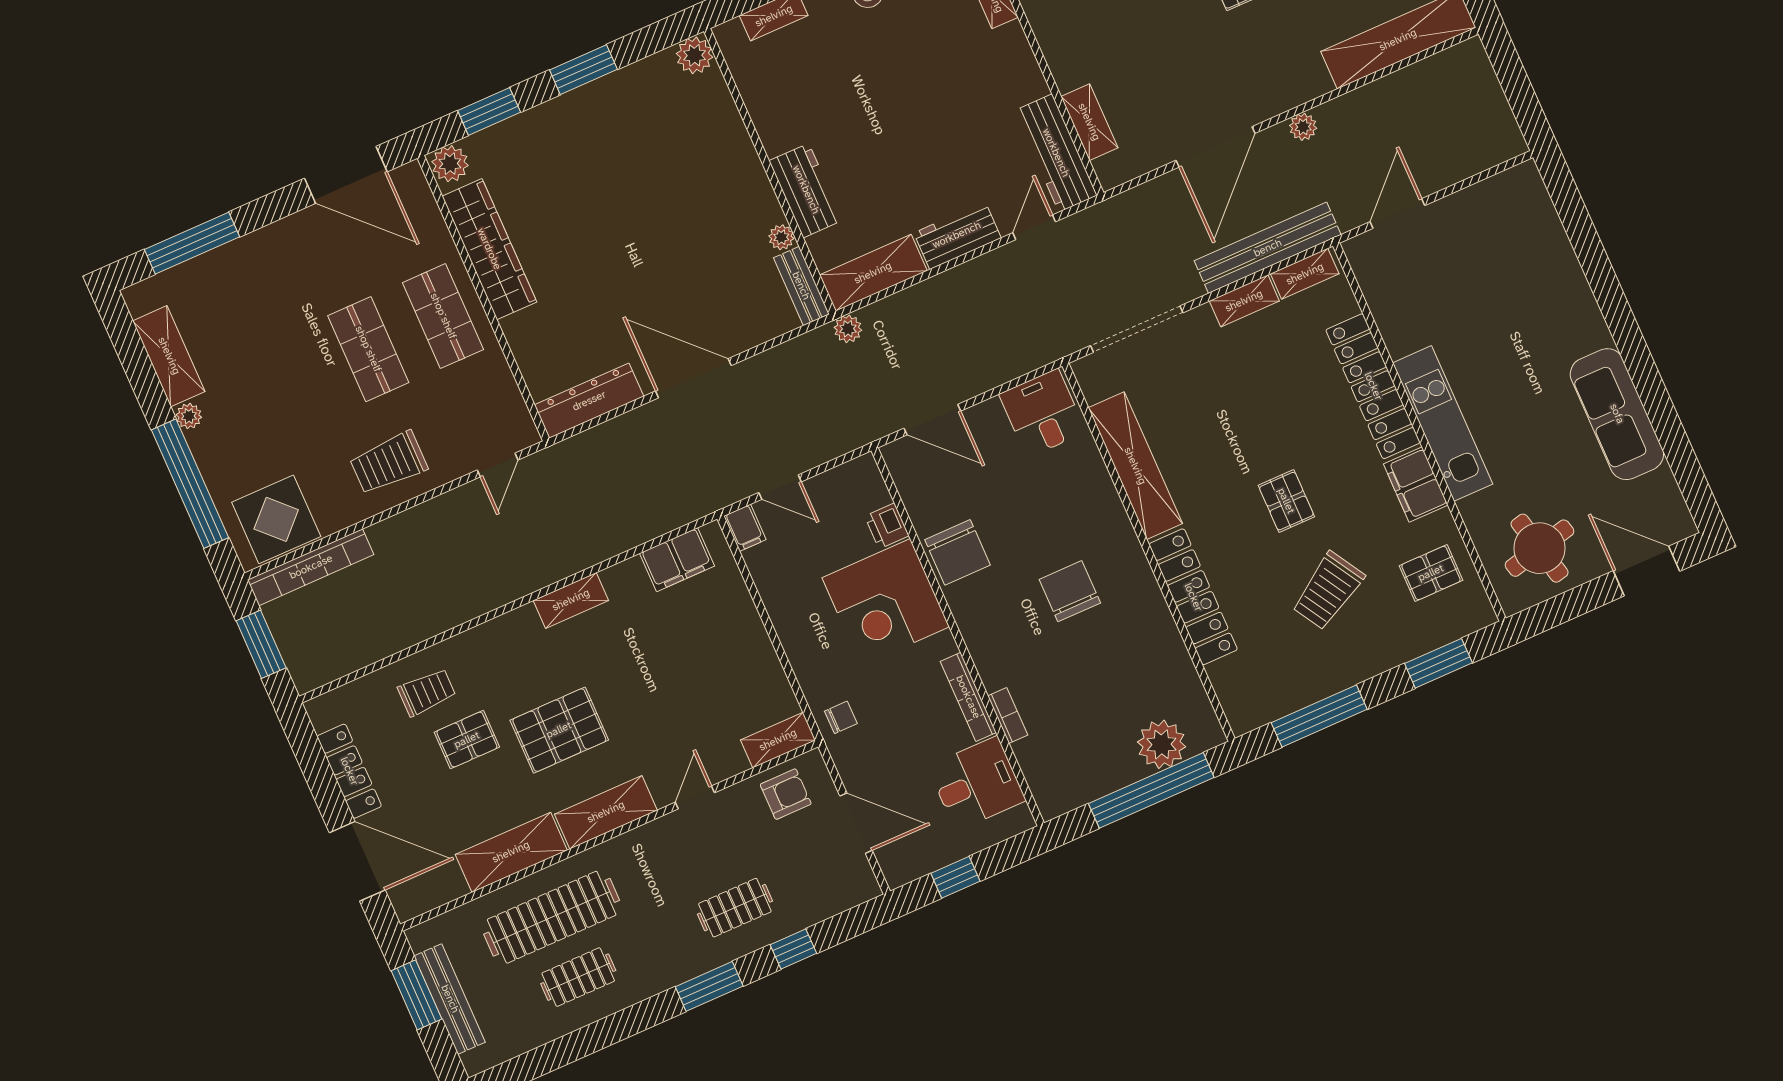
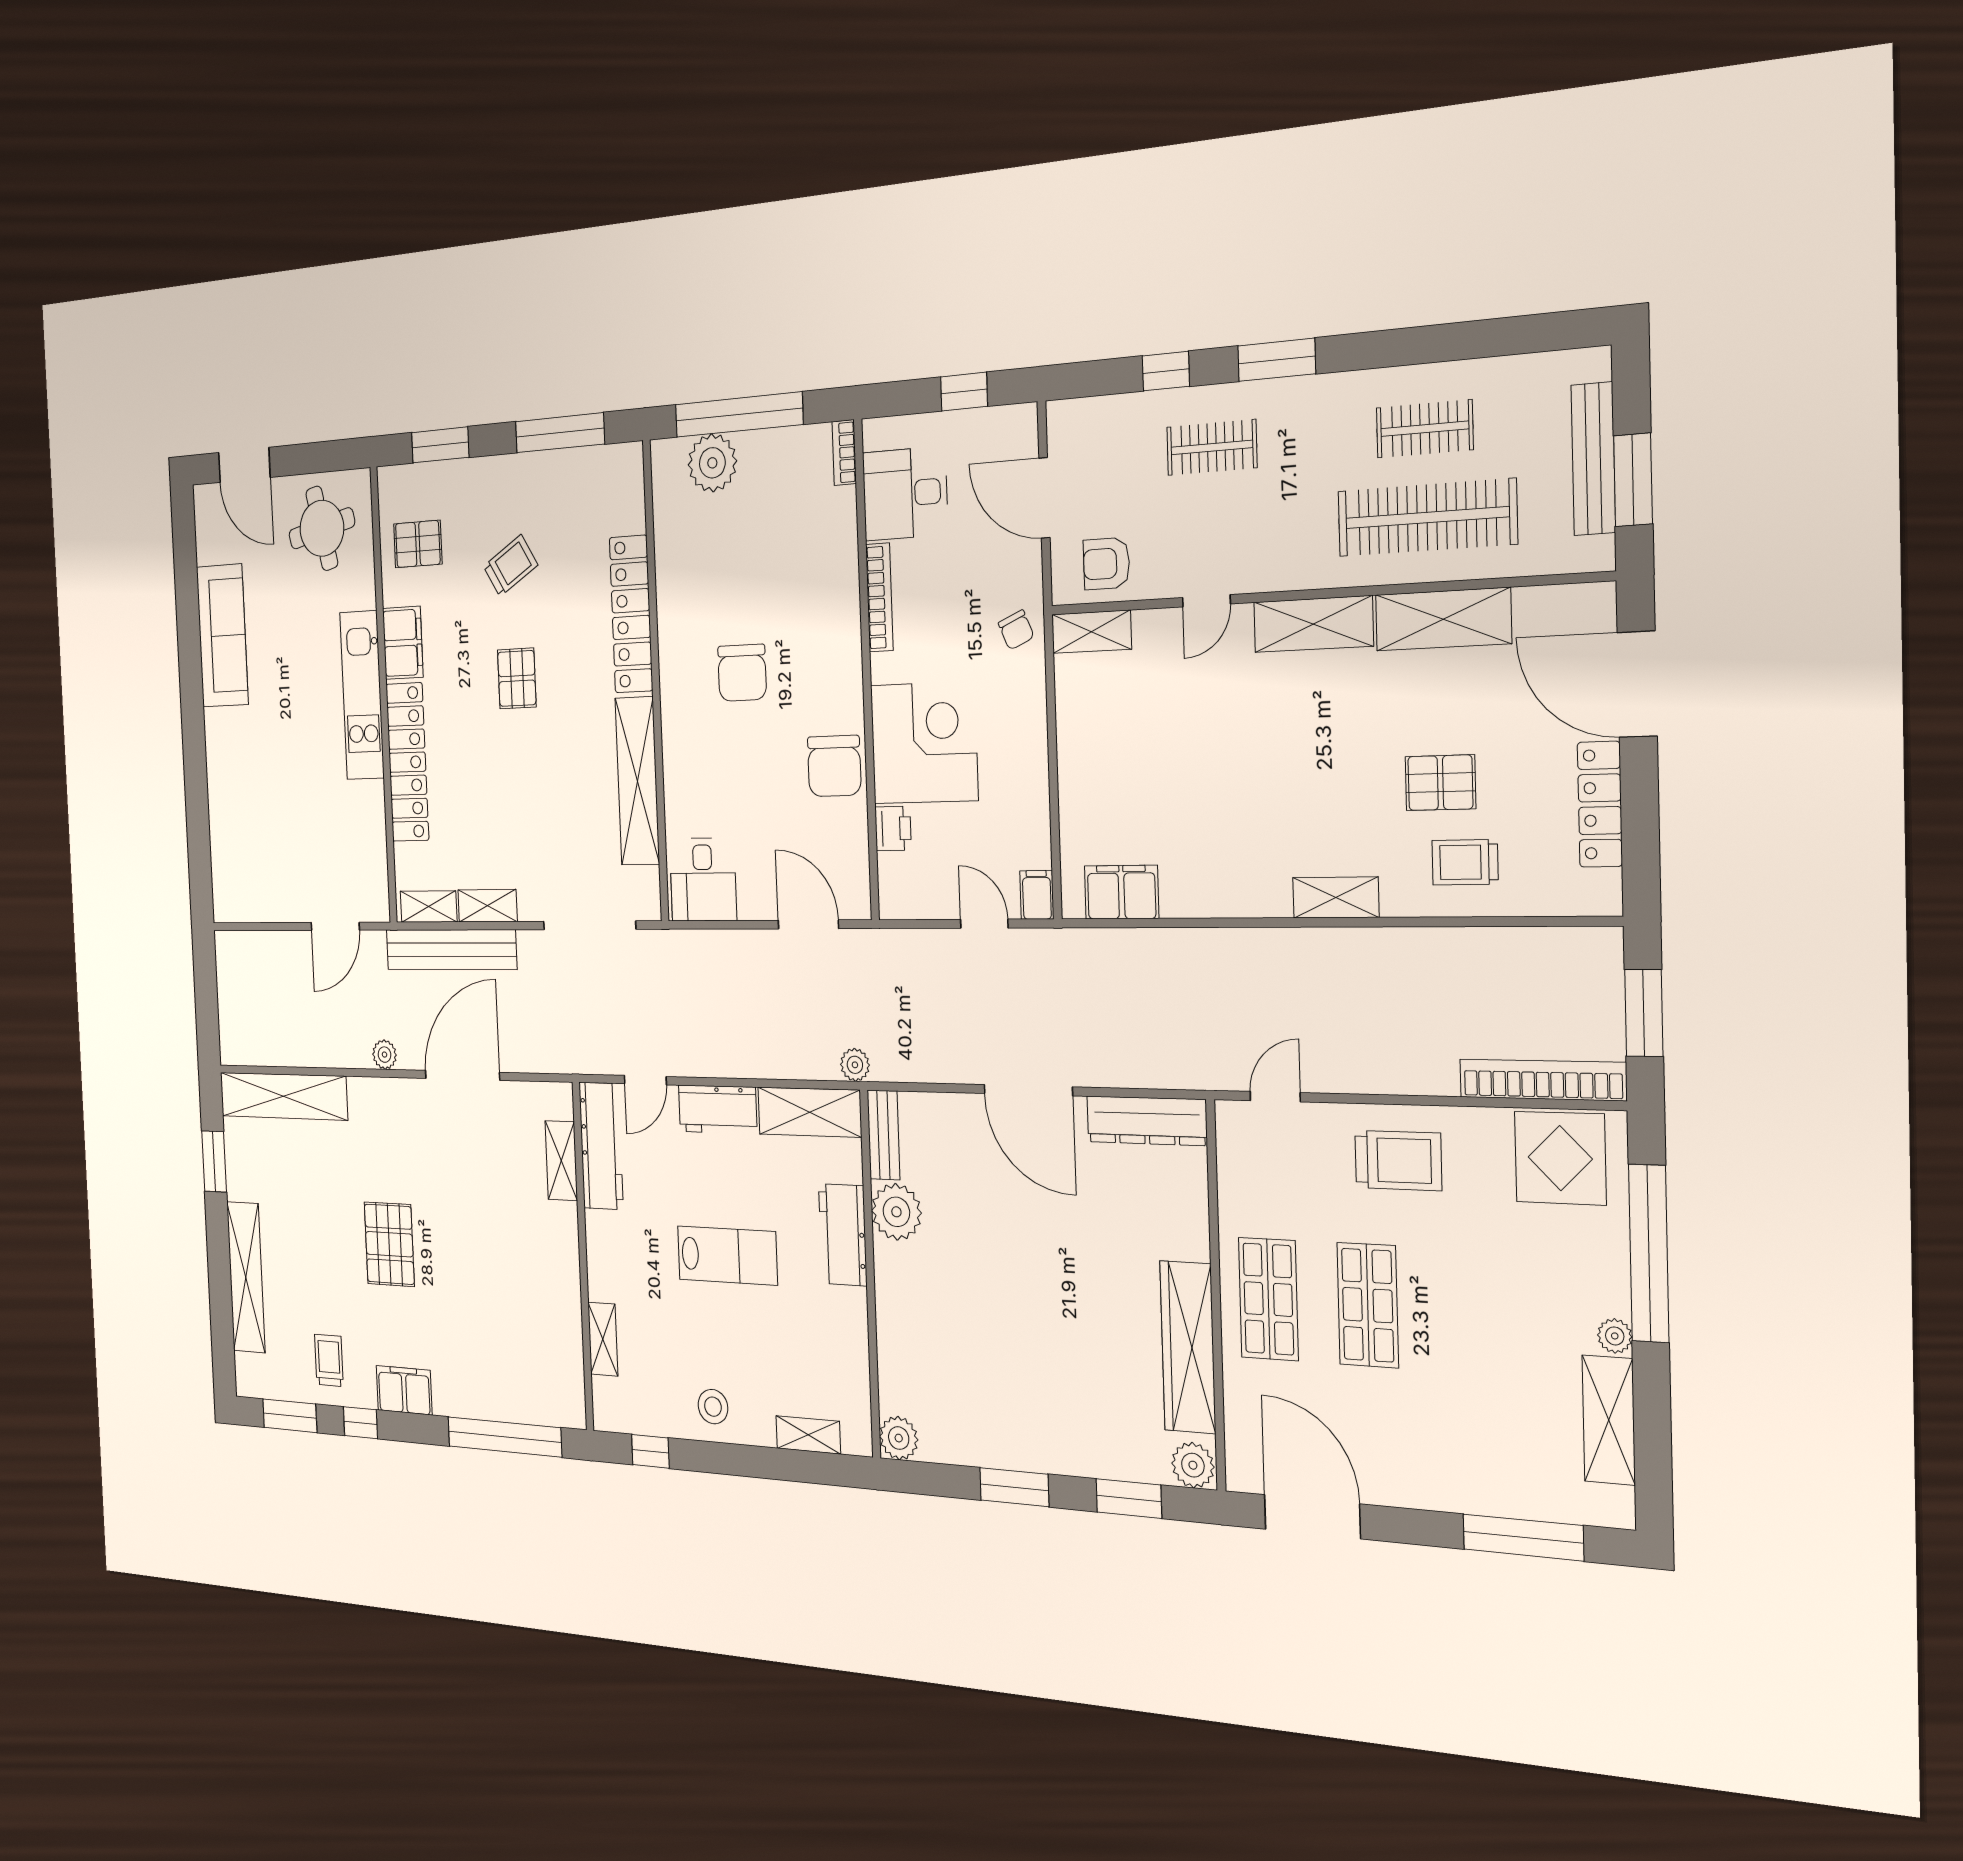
lab bench: (903, 122) -> (727, 1256), added
plant: (781, 237) -> (896, 1212), width x1.88, depth x1.88
chair: (958, 552) -> (834, 766), turned 180
trolley: (1328, 591) -> (511, 566), width x0.73, depth x0.72
shelving: (571, 600) -> (1336, 898), moved
bookcase: (1008, 715) -> (844, 453), moved
chair: (841, 717) -> (1016, 630), turned -113
pallet: (559, 730) -> (1328, 748), removed

